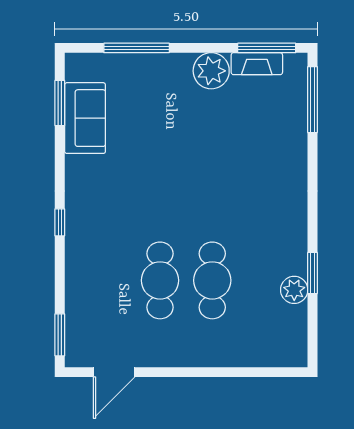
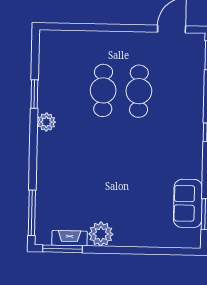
window: (137, 48) -> (152, 251), removed
plant: (294, 290) -> (46, 122), moved

